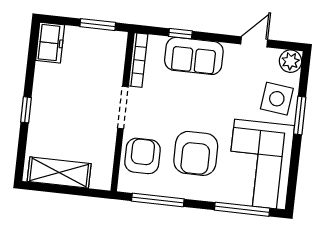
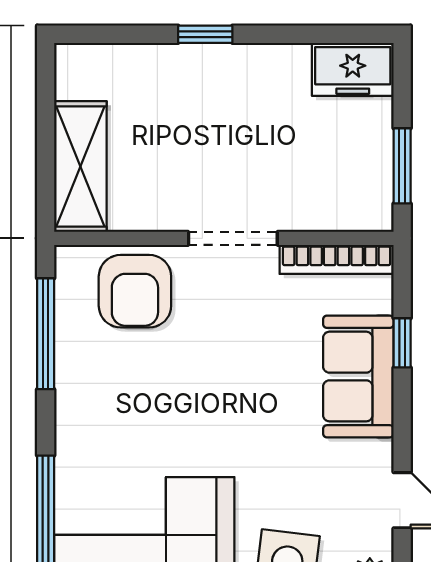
armchair: (196, 153) -> (153, 403), removed
armchair: (142, 156) -> (135, 291), turned 90
shelving: (59, 173) -> (80, 166), moved

